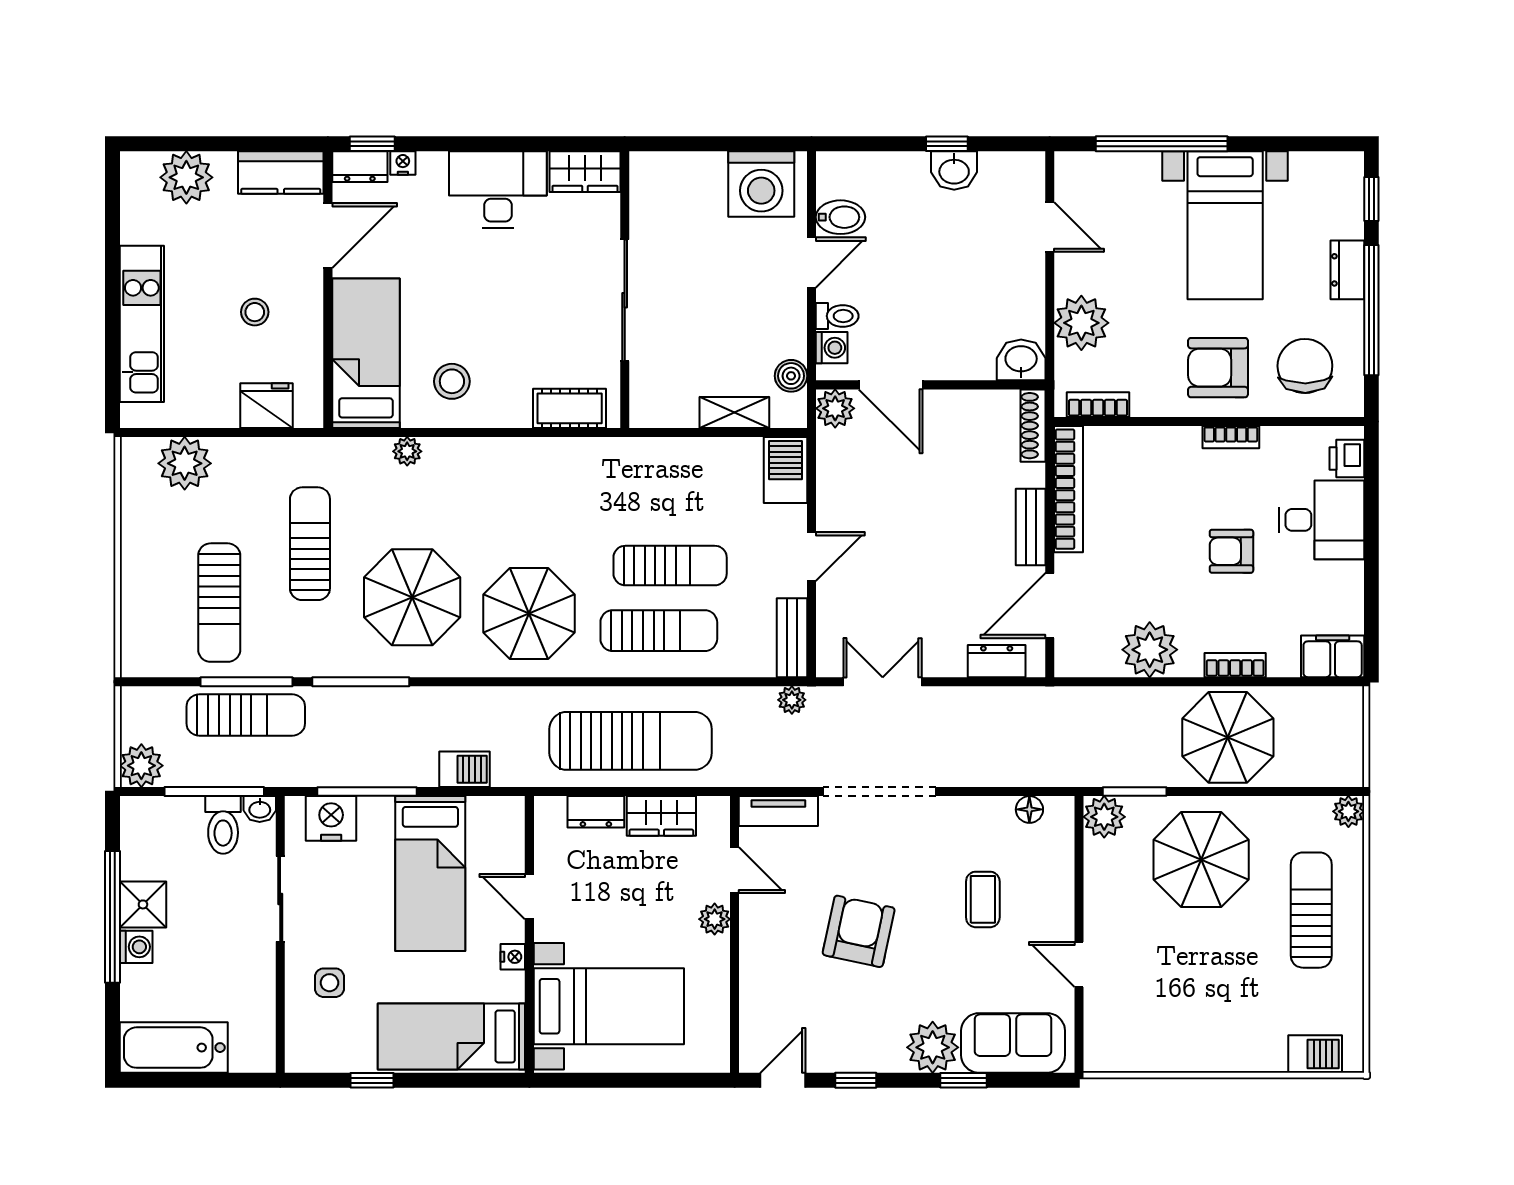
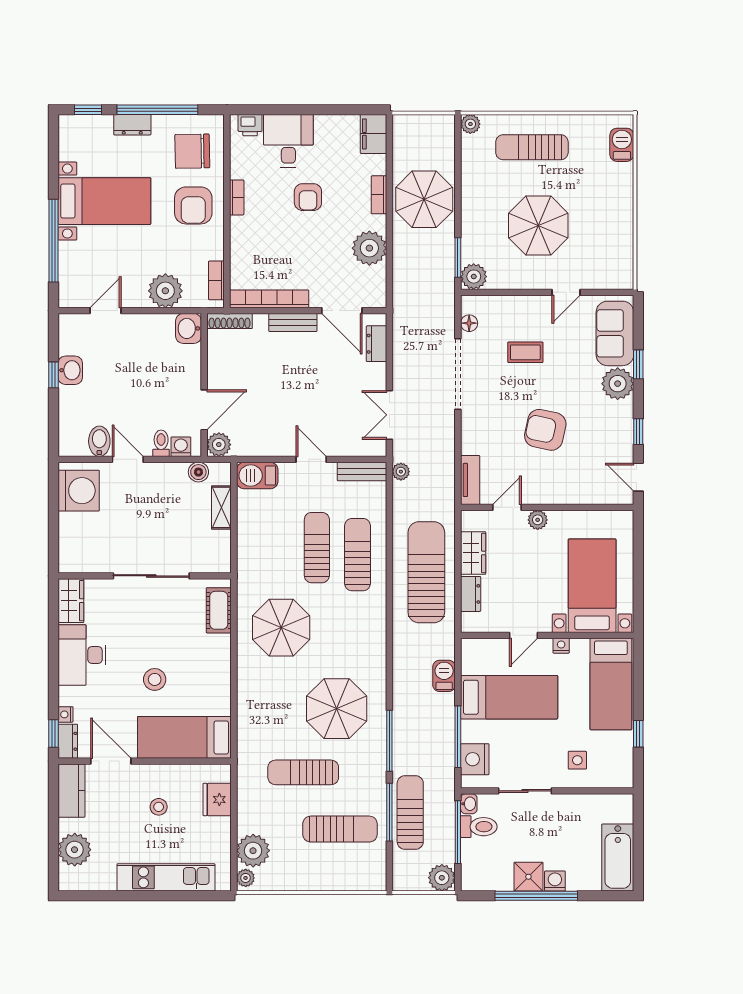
stool: (452, 381) -> (155, 679), moved
plant: (407, 451) -> (246, 878), moved
parasol: (529, 613) -> (281, 628), moved
doorway: (879, 792) -> (458, 374), moved
parasol: (1201, 860) -> (538, 226), moved

